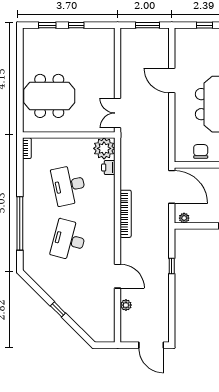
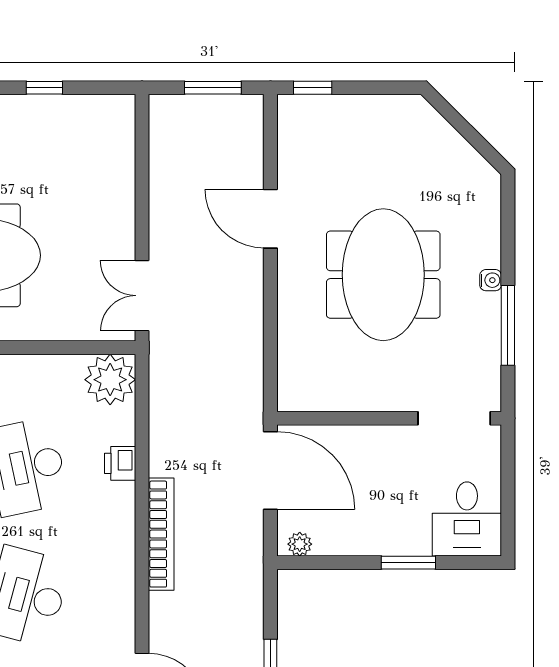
window: (205, 25) -> (313, 88), moved
chair: (201, 151) -> (339, 386), removed
printer: (108, 168) -> (120, 463), moved

